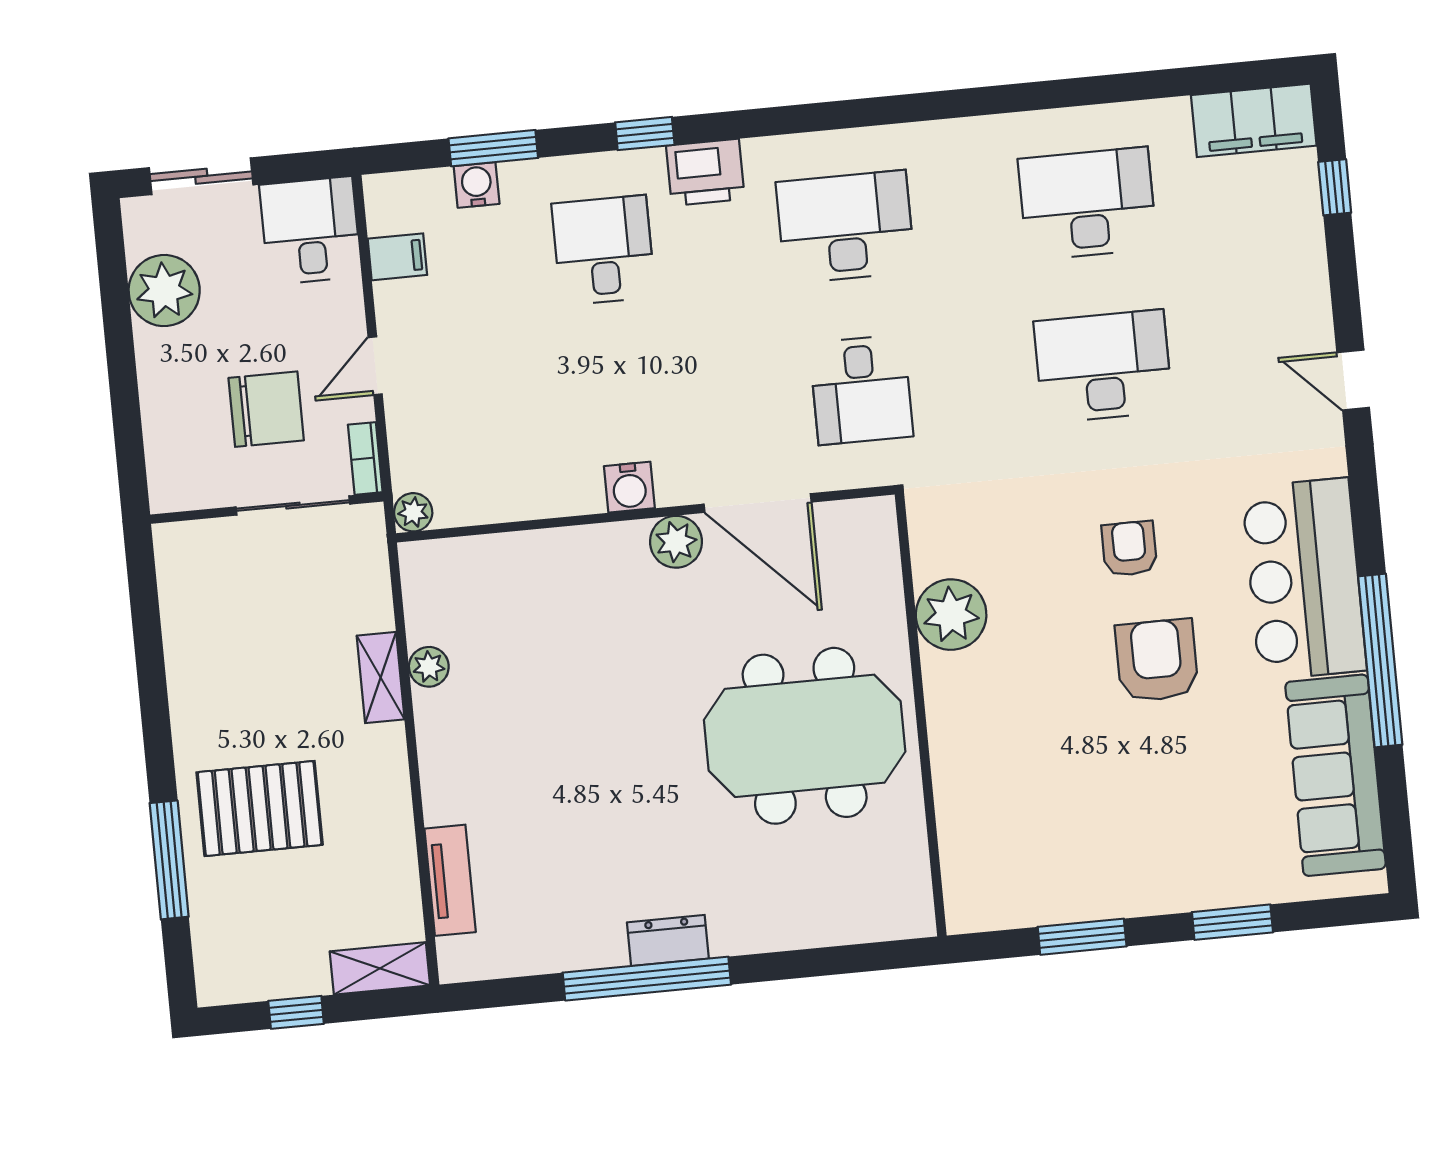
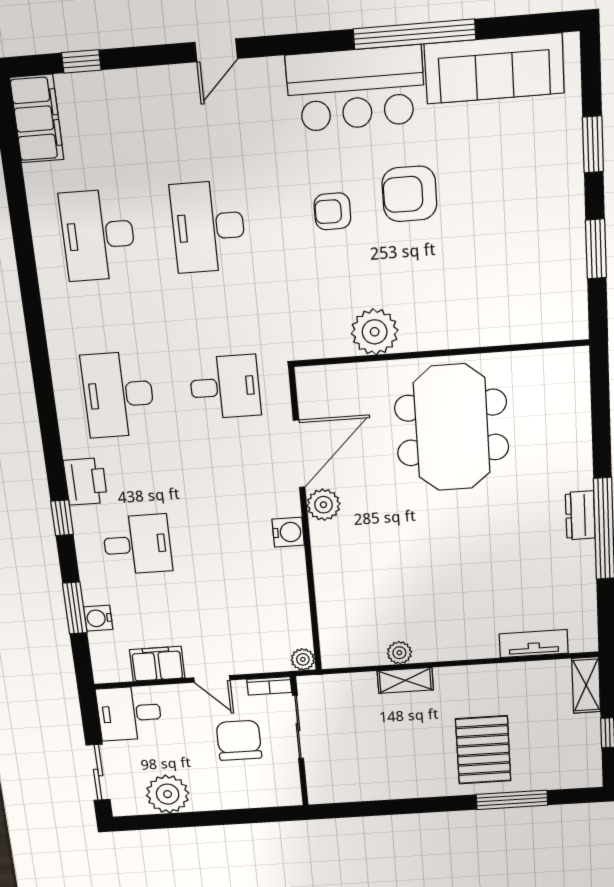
desk: (603, 250) -> (137, 544), turned 180
filing cabinet: (397, 257) -> (157, 664), width x2.00

